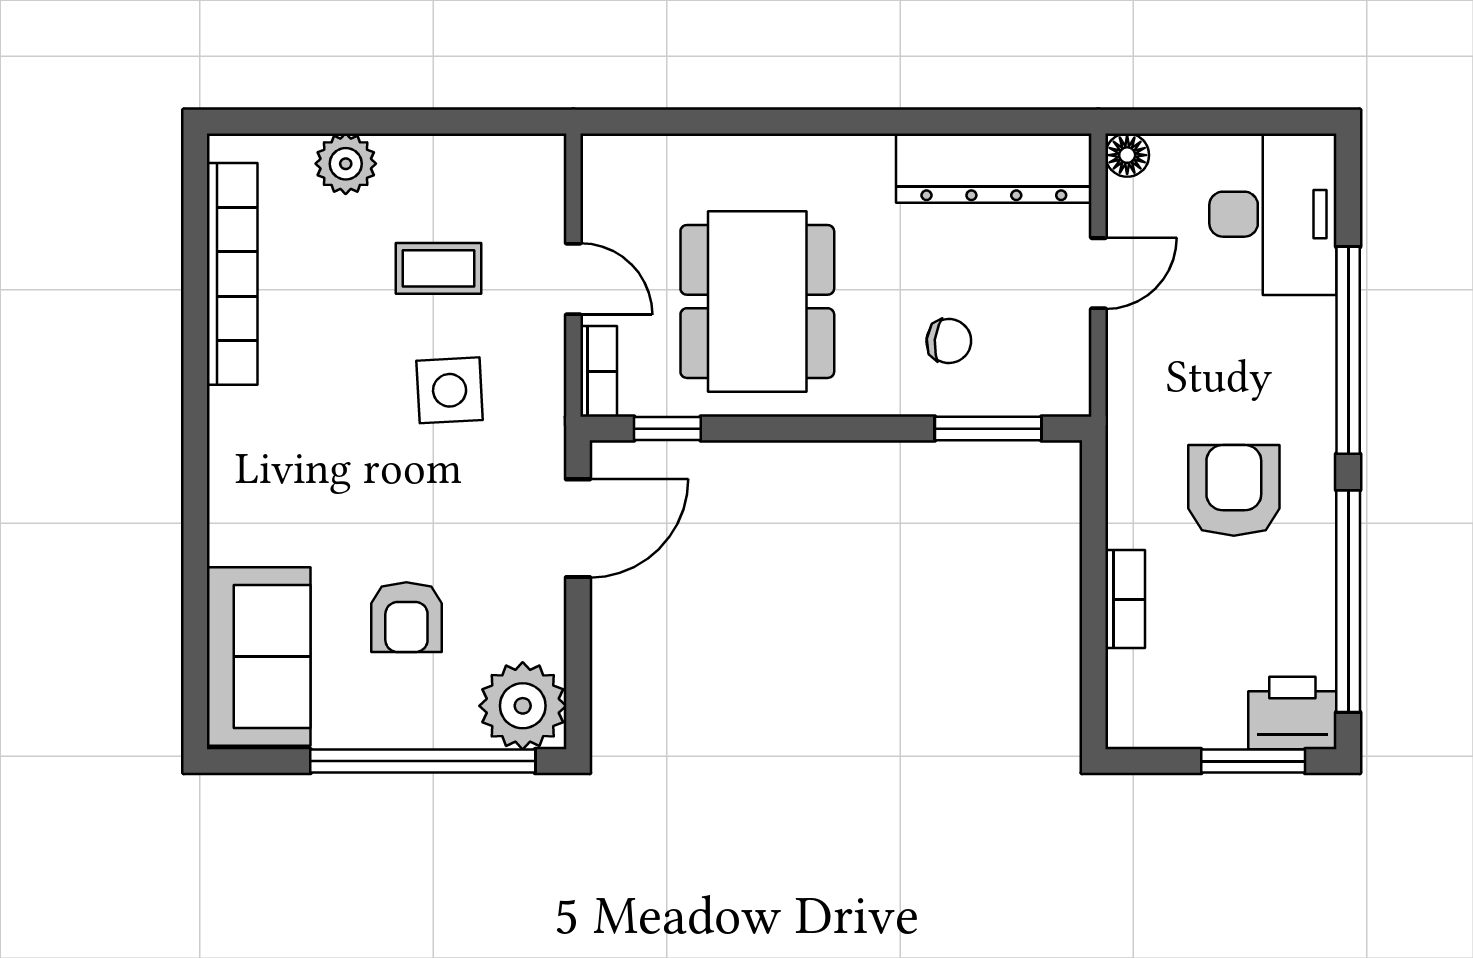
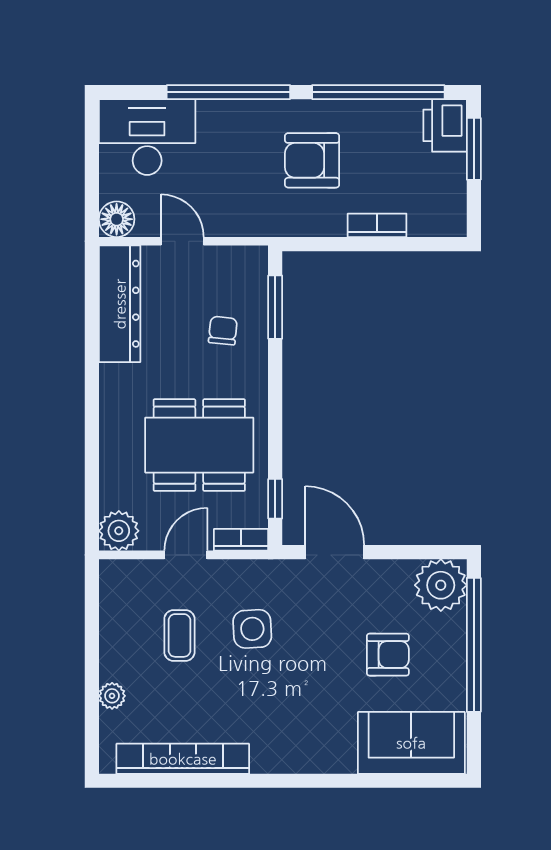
floor lamp: (1127, 155) -> (117, 219), width x1.37, depth x1.37
plant: (346, 164) -> (112, 696), width x0.73, depth x0.73
plant: (614, 167) -> (119, 531), added

